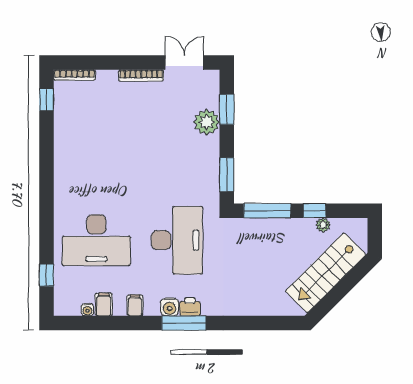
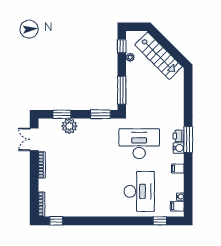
window: (314, 211) -> (122, 46), moved
filing cabinet: (104, 305) -> (177, 206), moved

